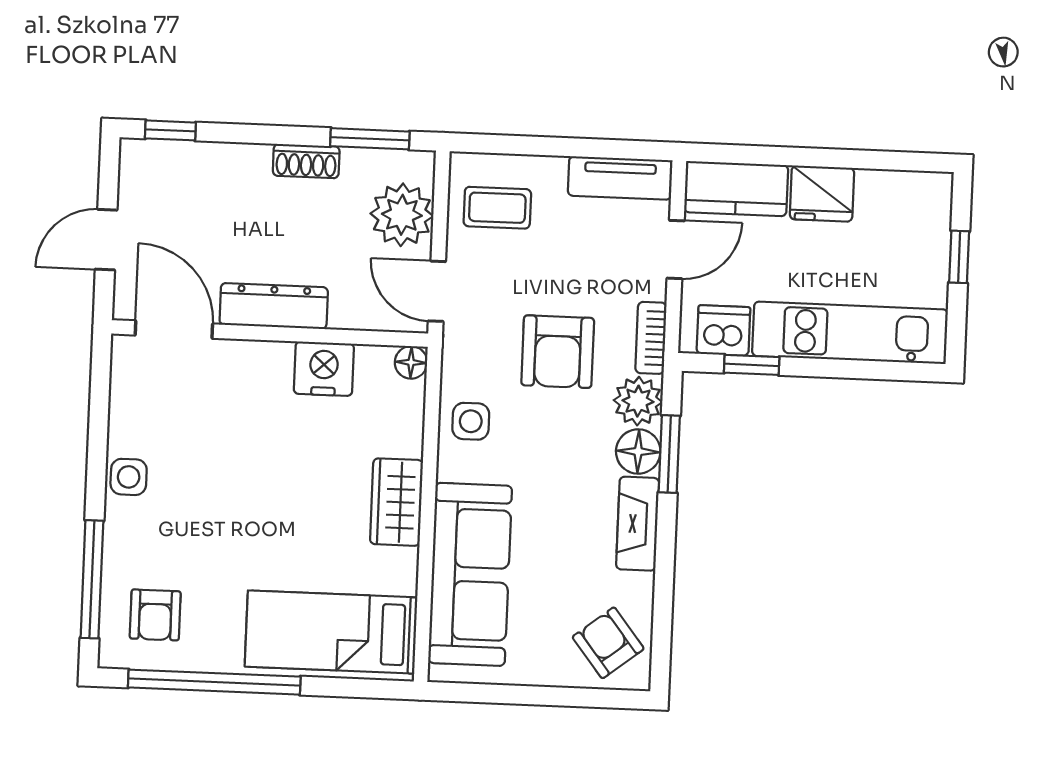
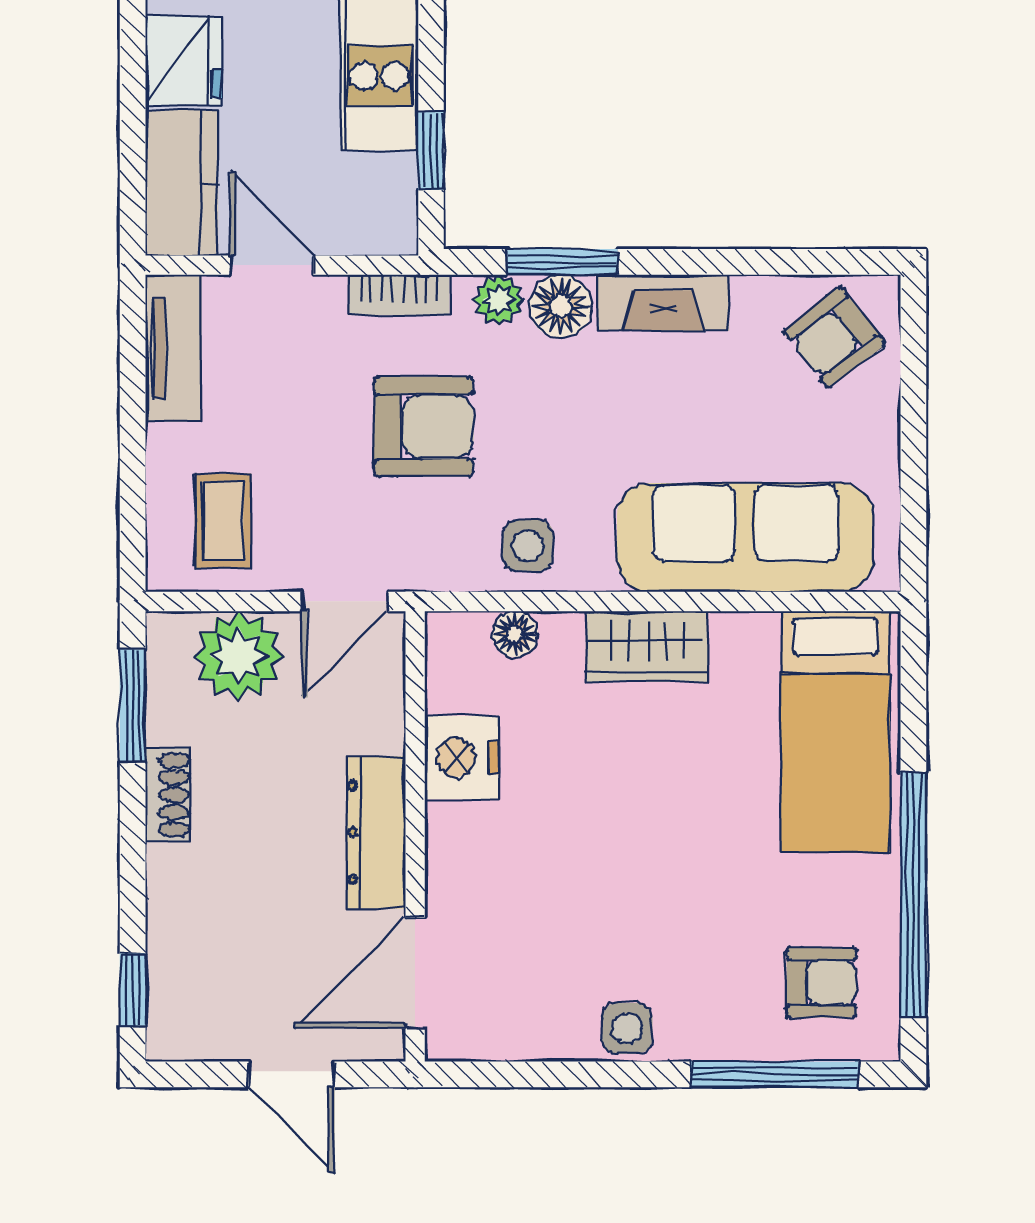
dishwasher: (723, 330) -> (384, 192), removed
floor lamp: (411, 362) -> (515, 634), moved
plant: (638, 401) -> (499, 300), width x0.73, depth x0.73

